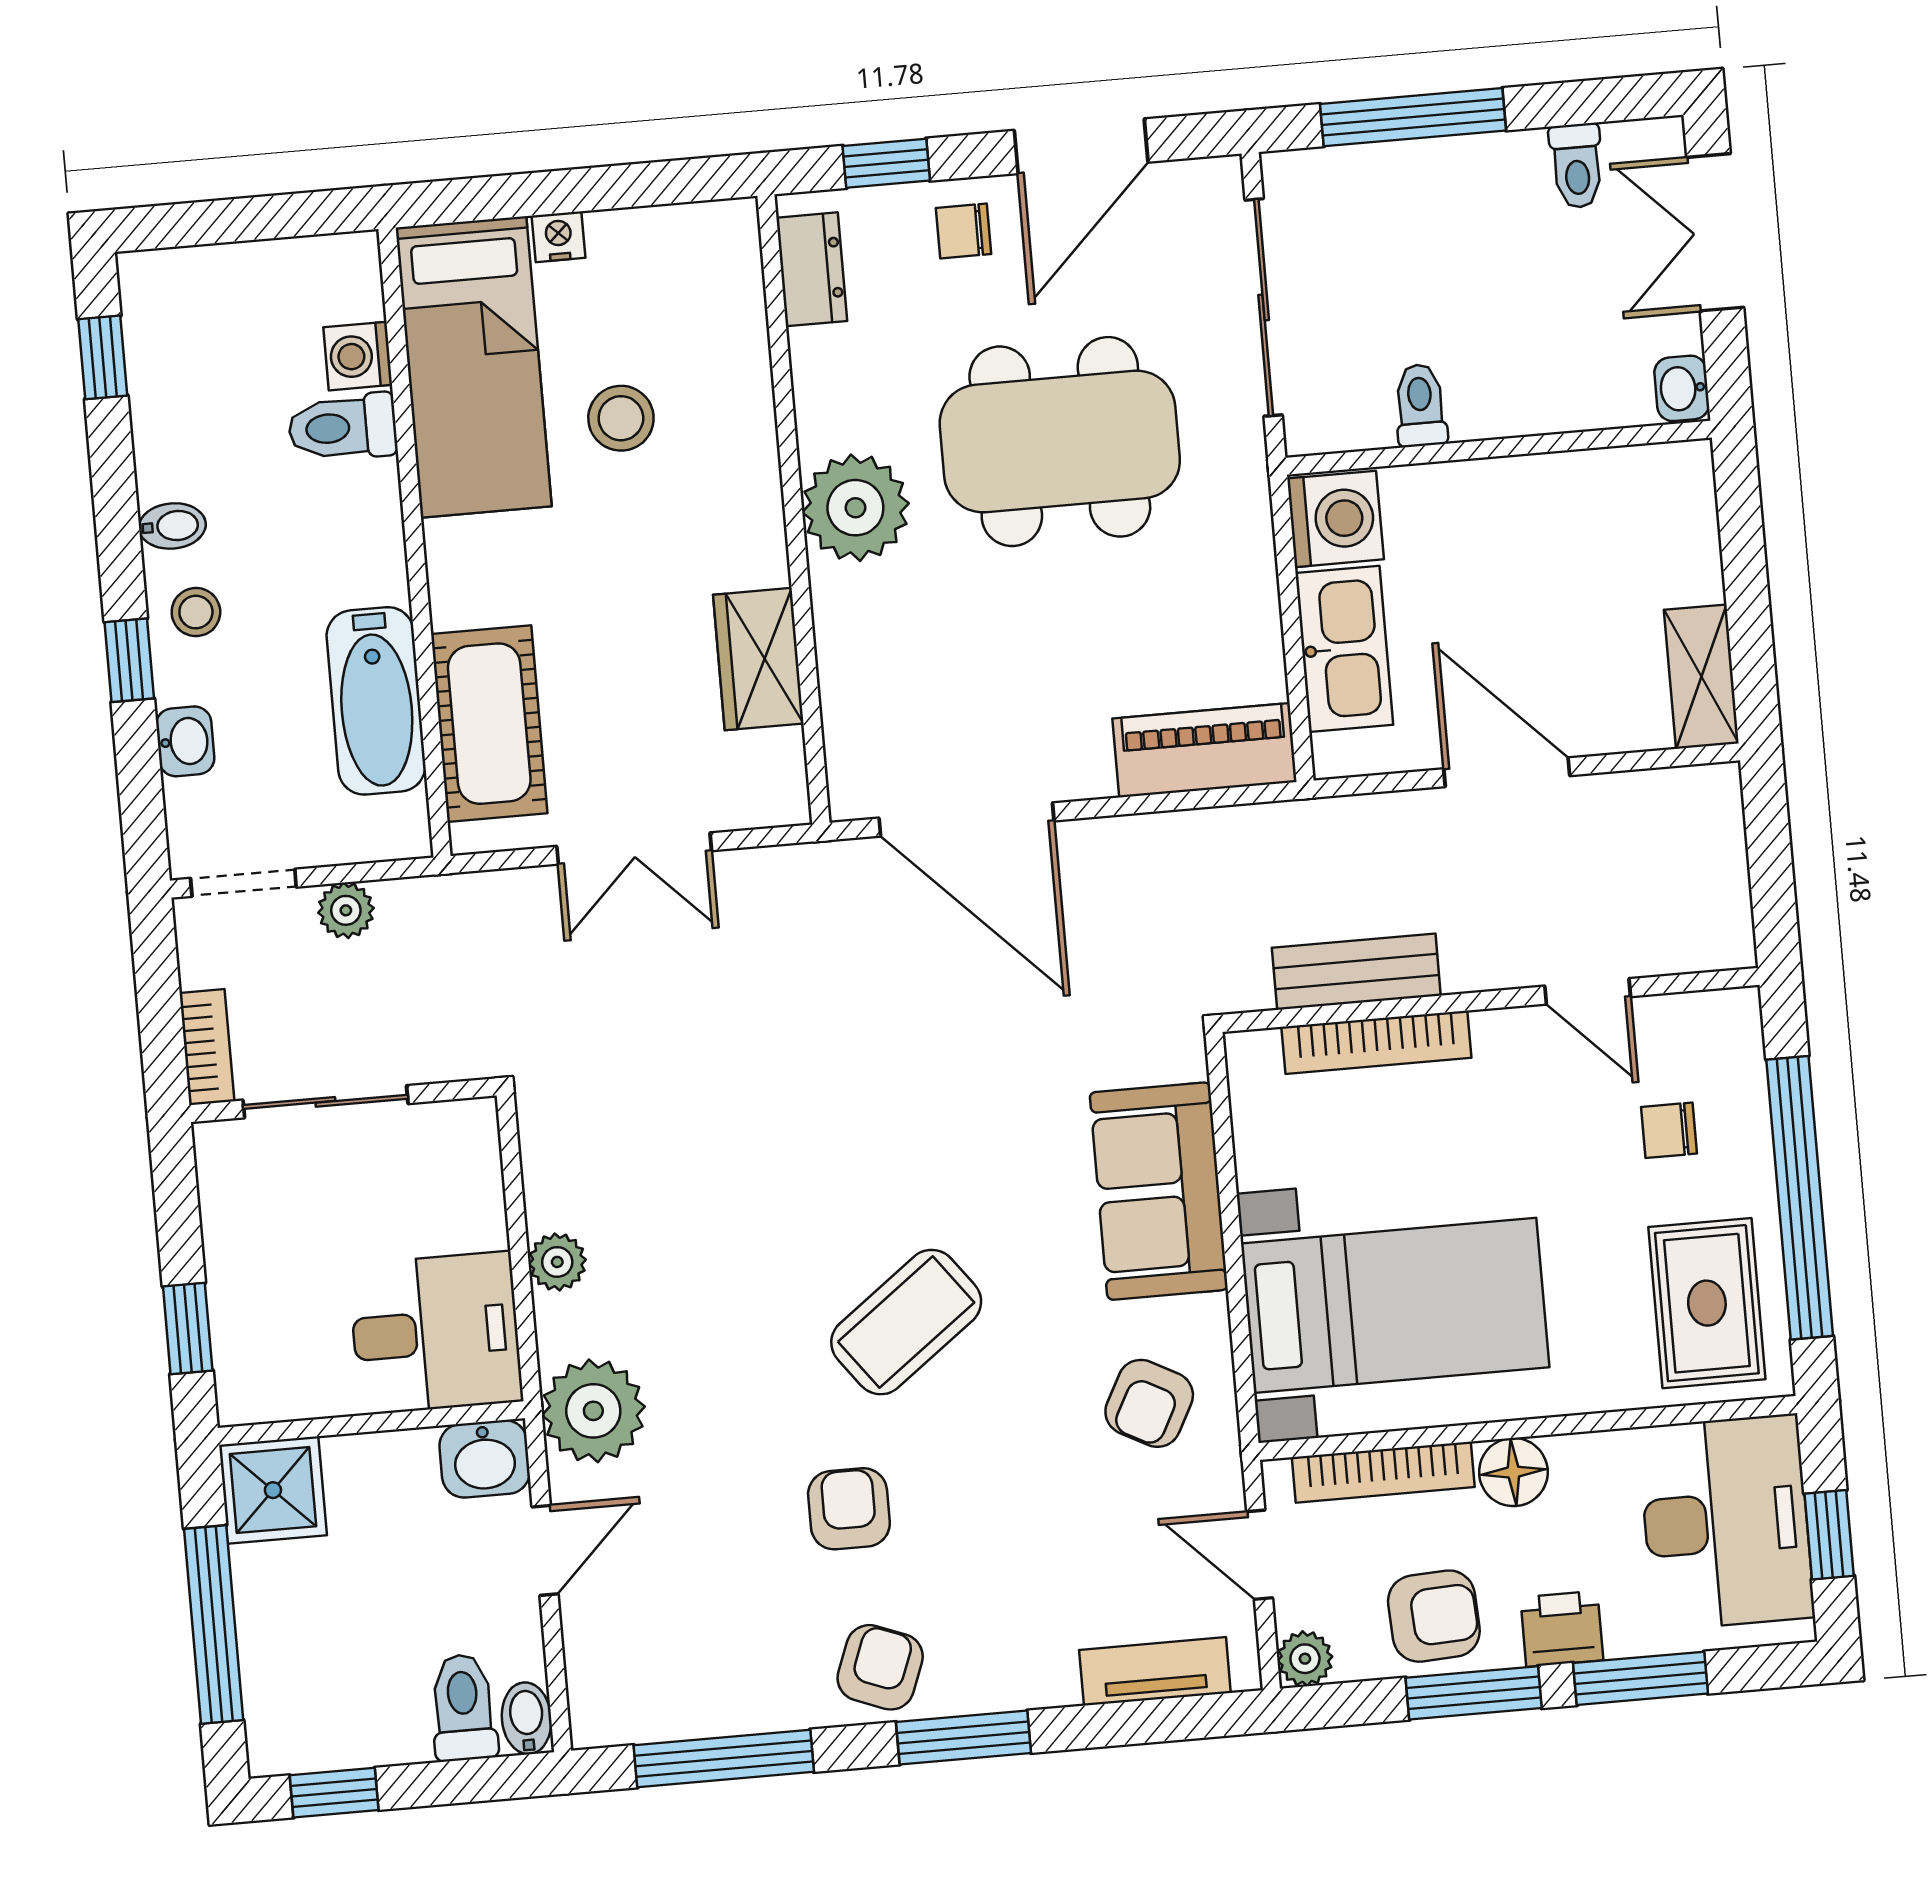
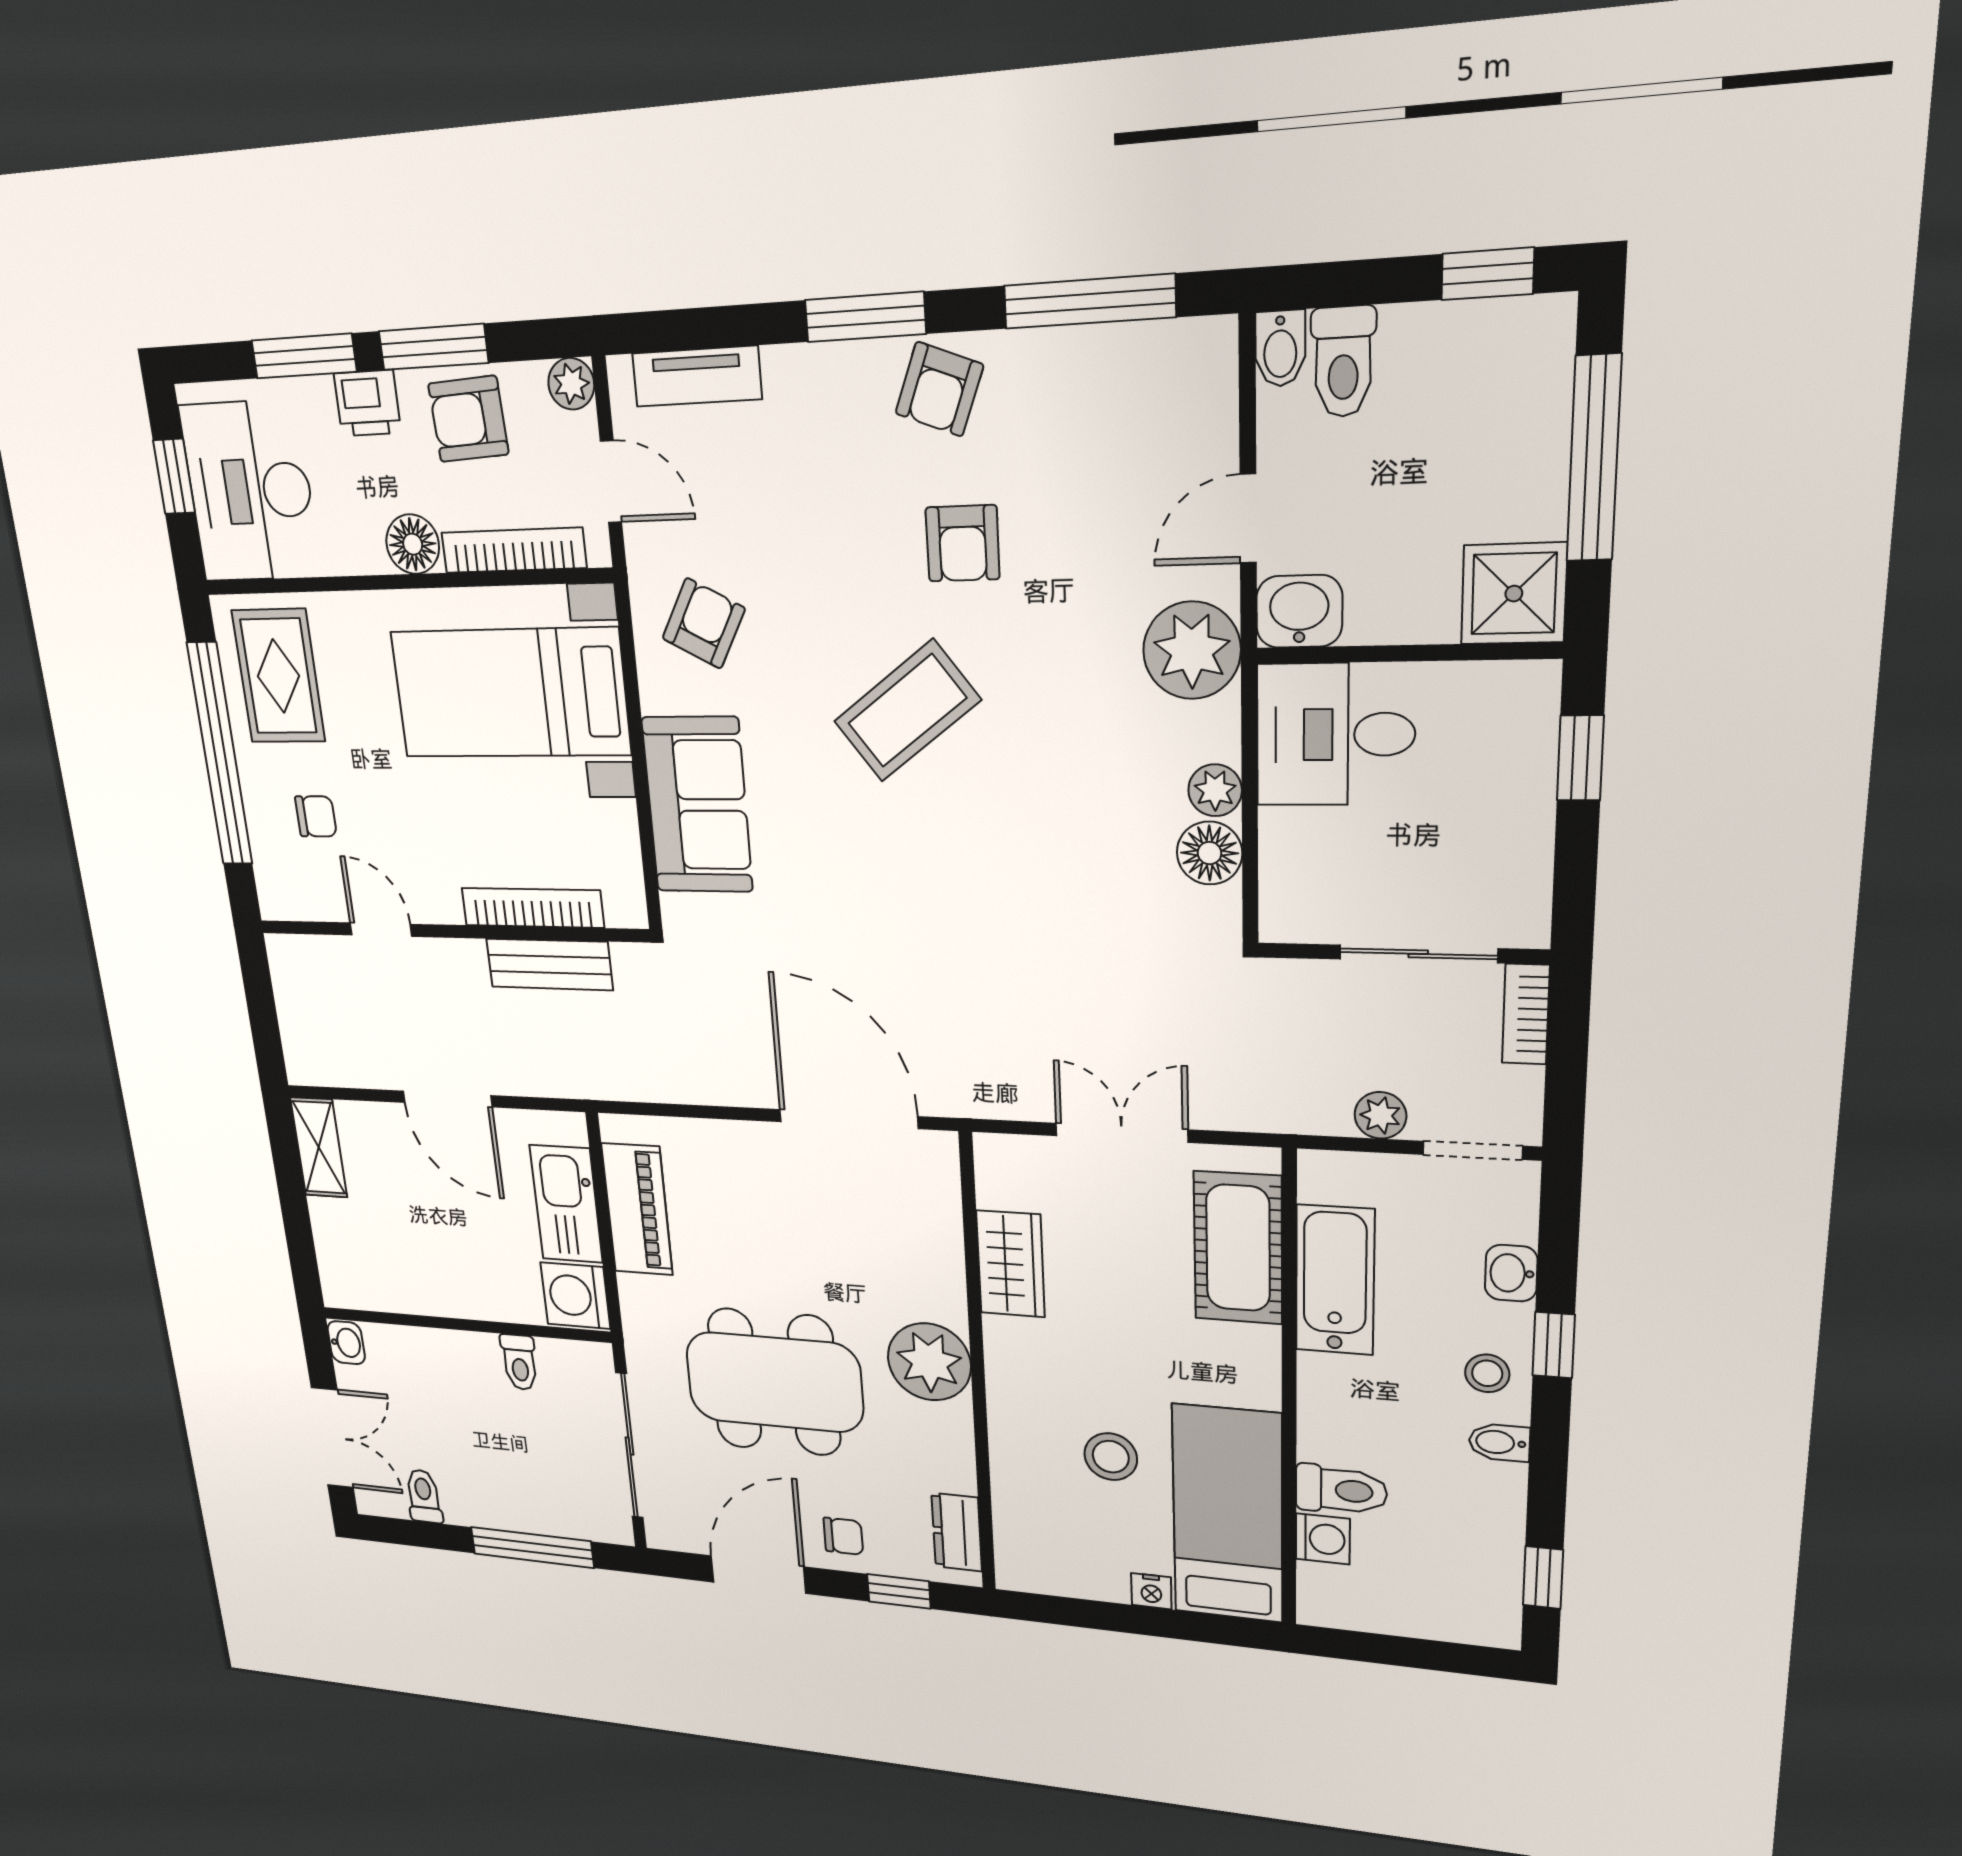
piano: (1205, 750) -> (637, 1209), moved, turned -90
floor lamp: (558, 1192) -> (1209, 853), added

